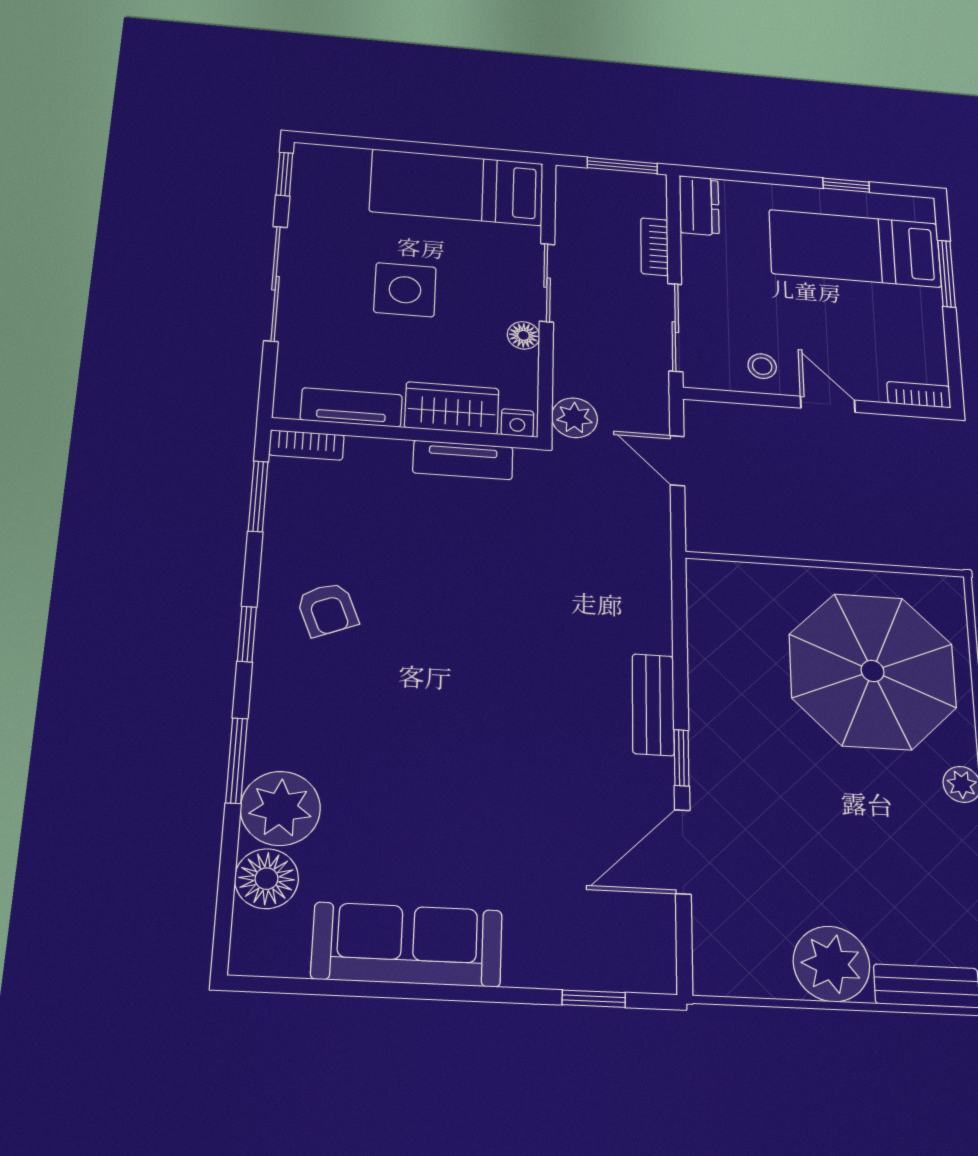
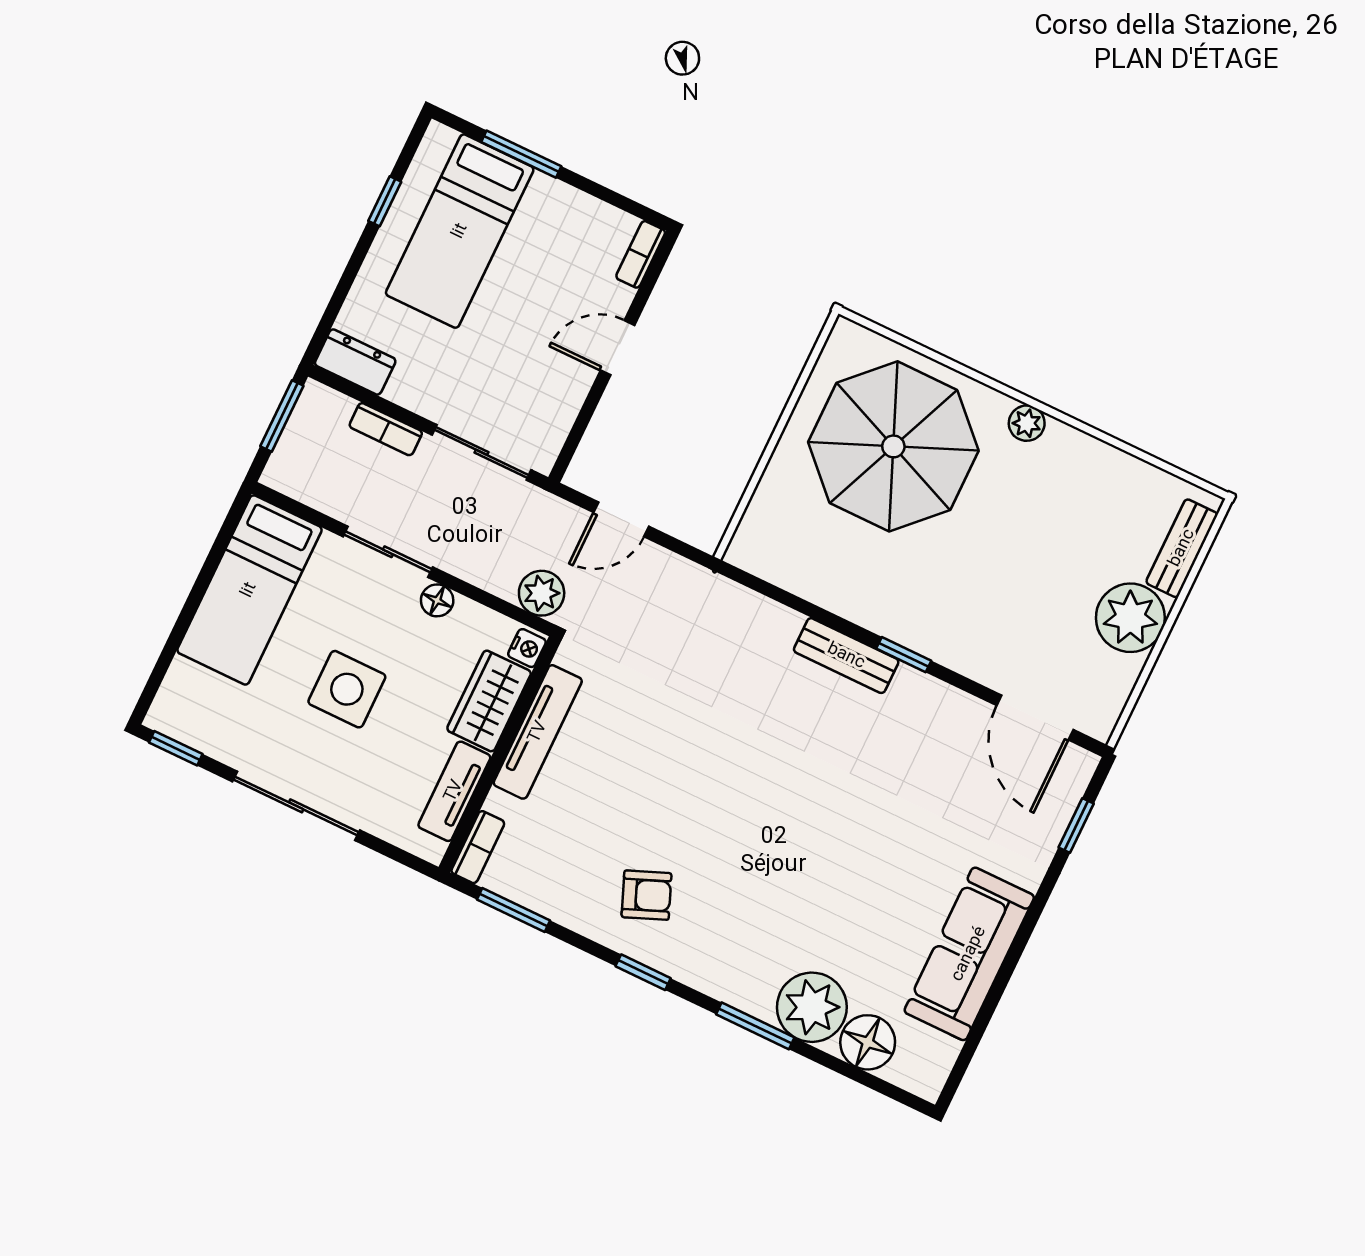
stool: (762, 366) -> (554, 390), removed
tv unit: (463, 460) -> (538, 732), width x1.41
door: (683, 852) -> (1035, 718), moved

